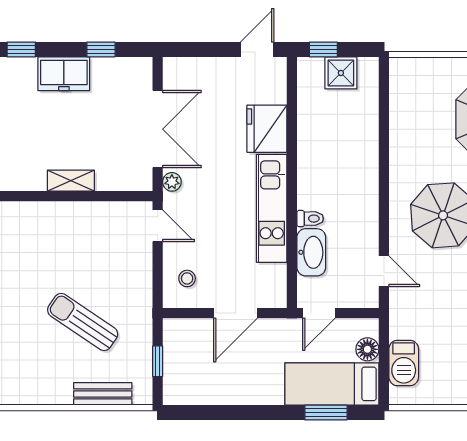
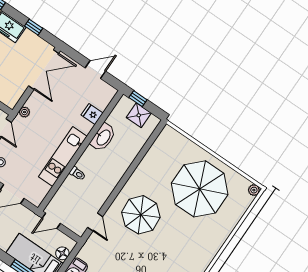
door: (257, 50) -> (95, 69), moved
double door: (158, 129) -> (44, 70), moved
fridge: (267, 129) -> (92, 114), width x0.53, depth x0.75
washbasin: (311, 252) -> (103, 137), moved

